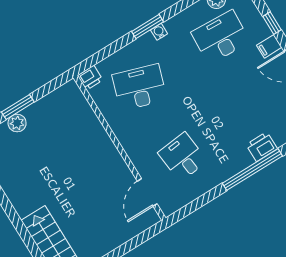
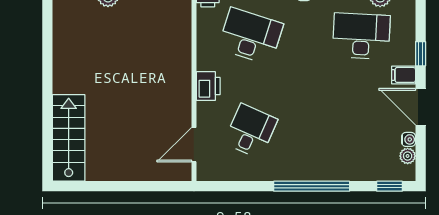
printer: (262, 147) -> (208, 86), moved, turned 90
desk: (183, 157) -> (251, 131), turned 30

